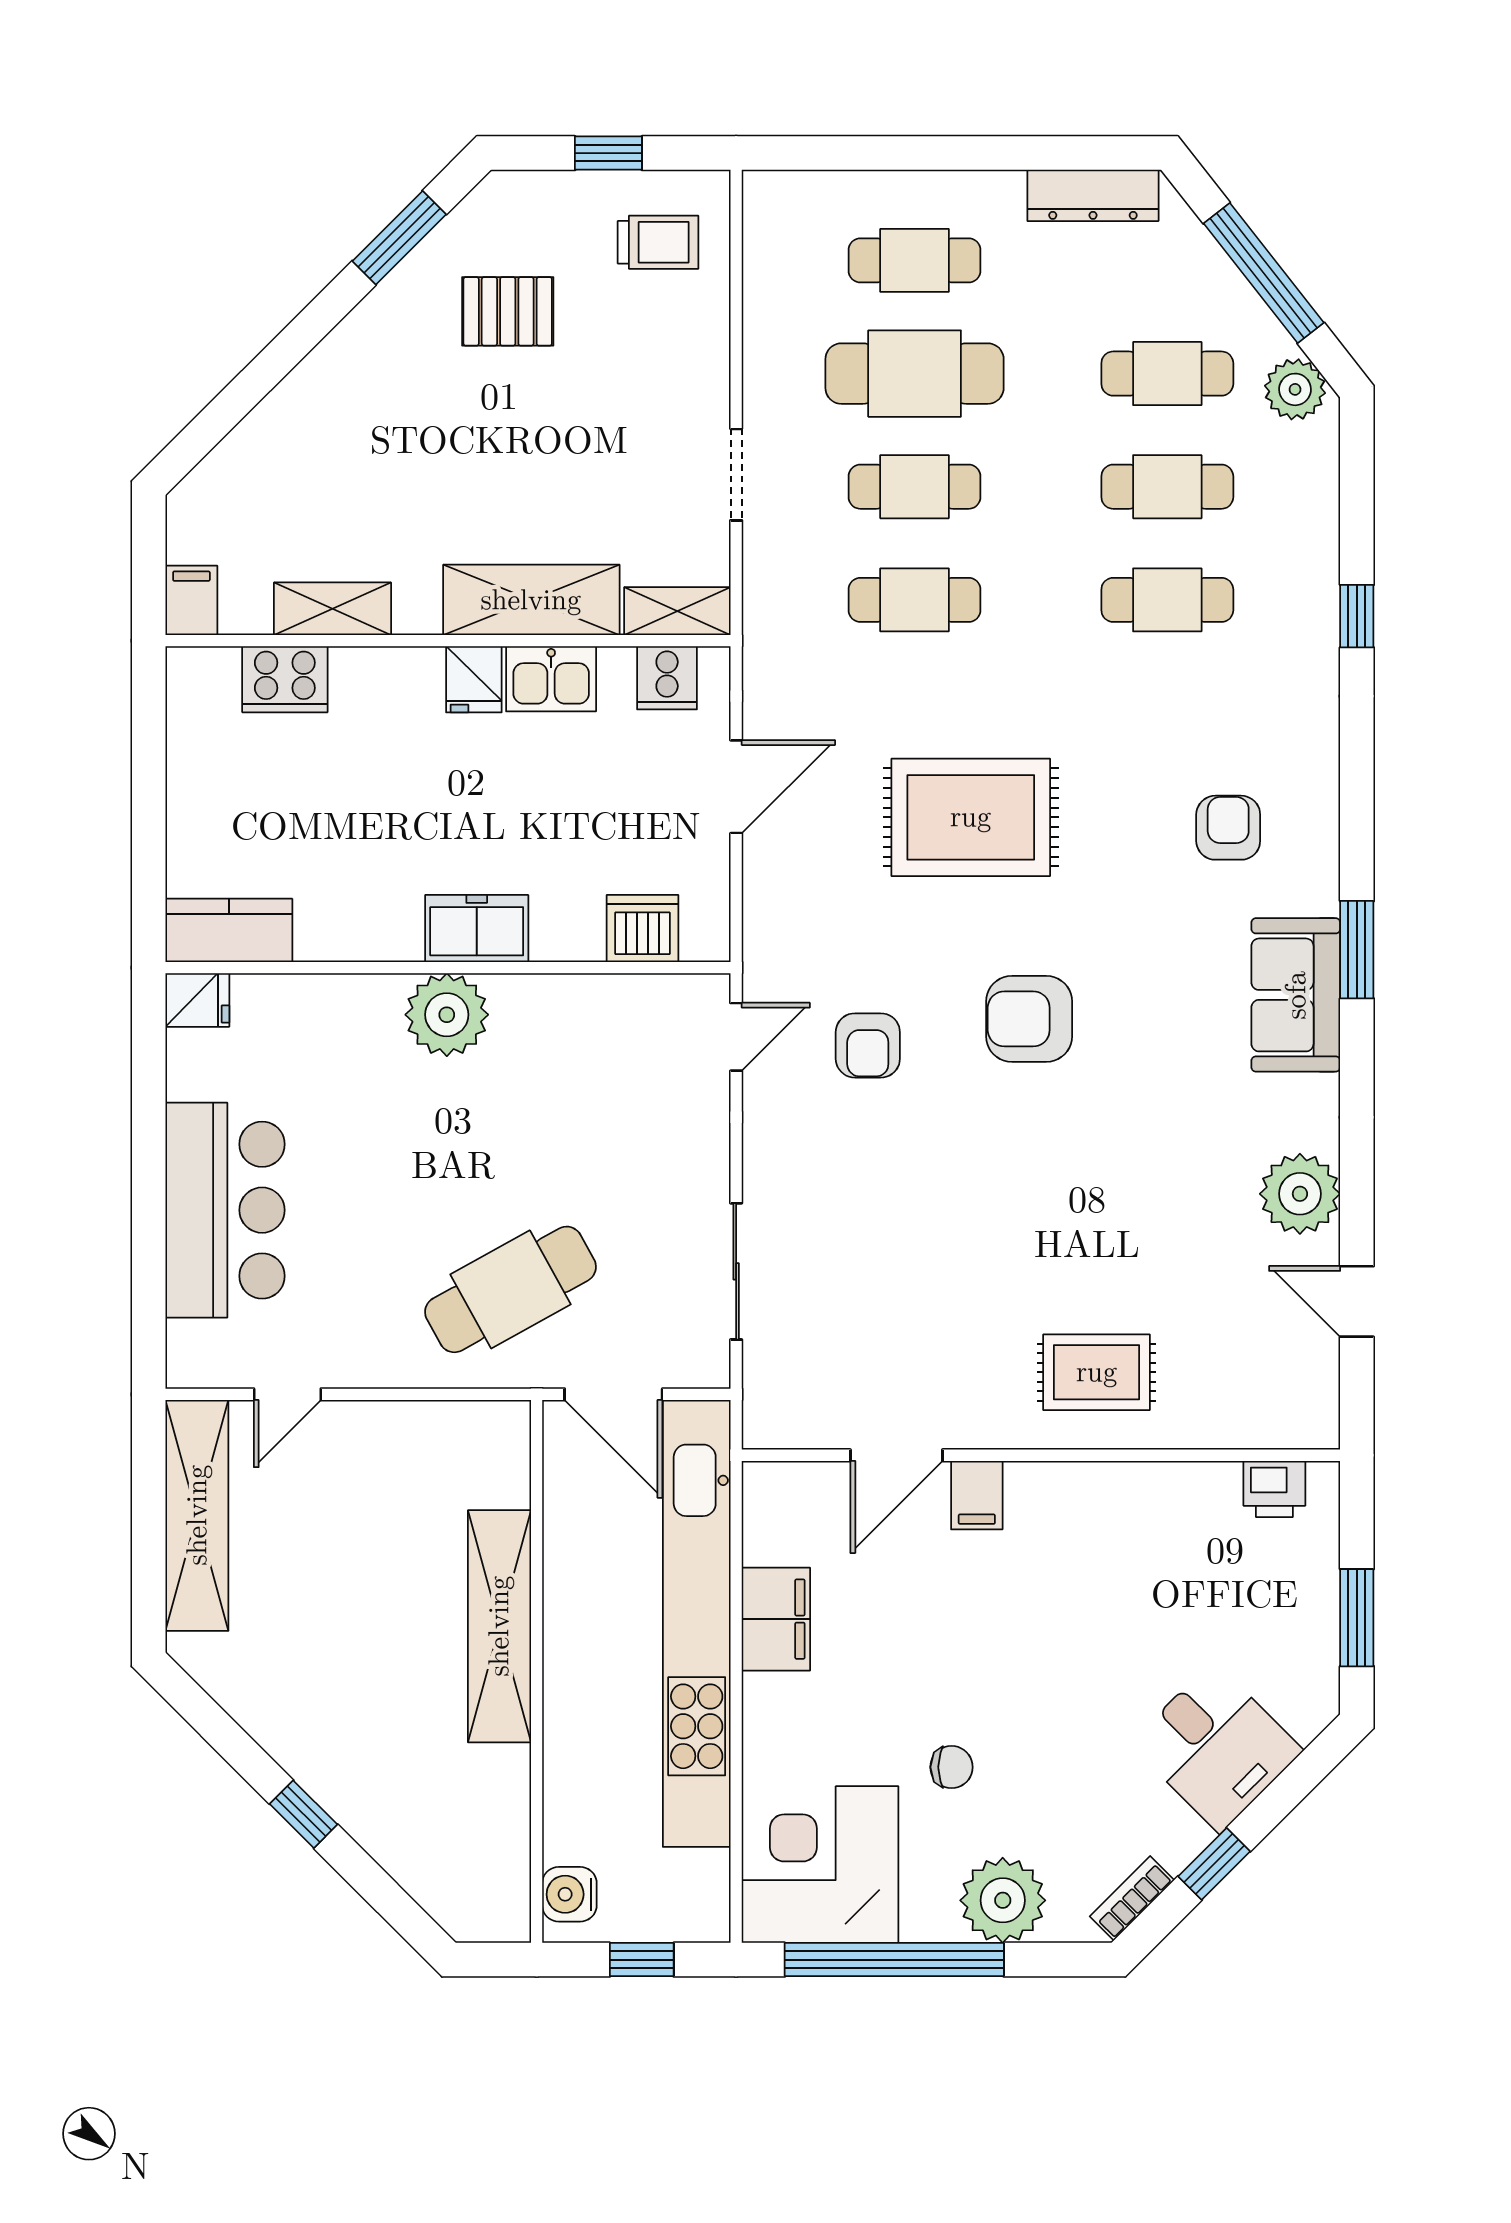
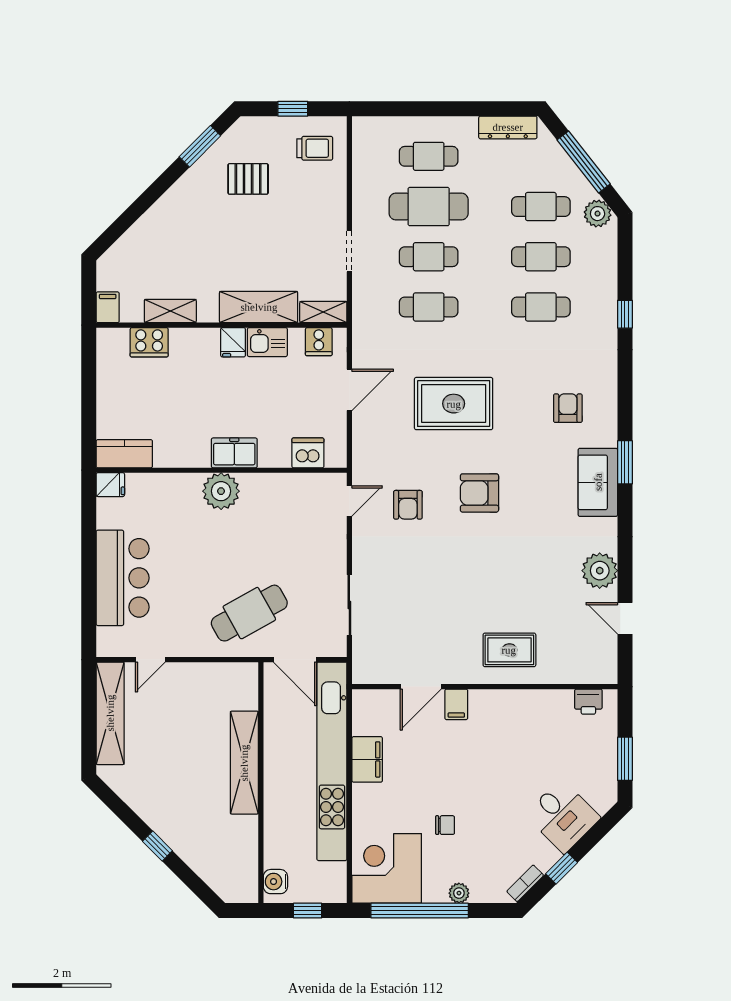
plant: (1003, 1900) -> (459, 893), width x0.53, depth x0.53

